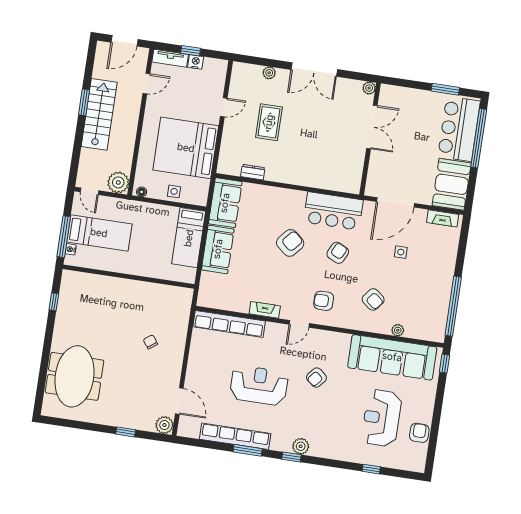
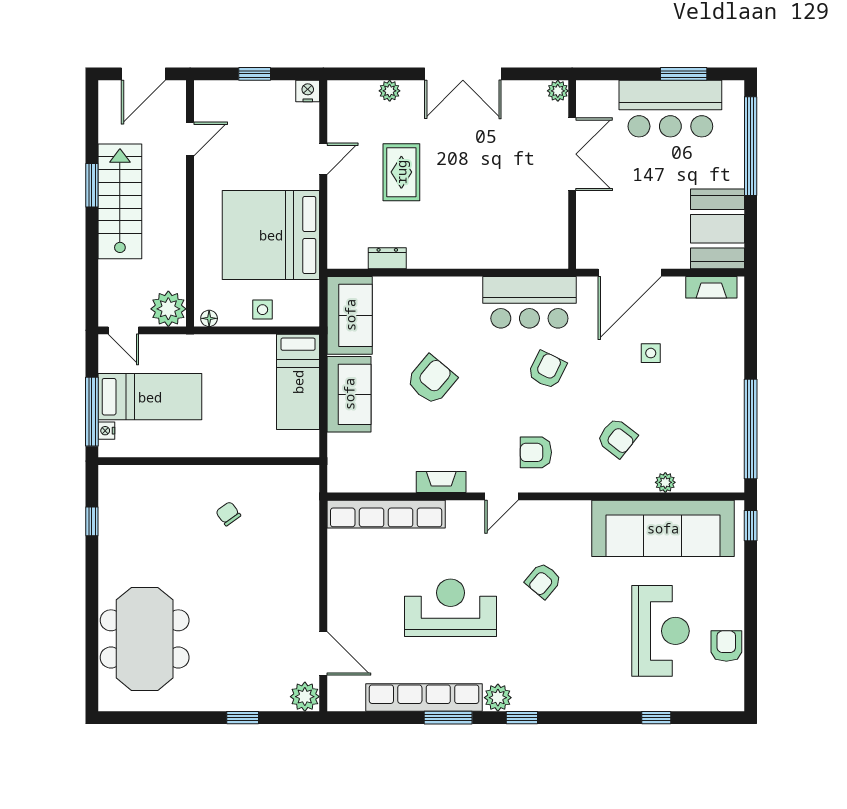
tv unit: (170, 58) -> (223, 91), removed
nightstand: (196, 62) -> (308, 91), moved
bar counter: (459, 129) -> (670, 109), moved, turned -90
armchair: (290, 243) -> (432, 380), moved
chair: (150, 342) -> (228, 514), moved
reception desk: (382, 418) -> (661, 631), turned 180
plant: (301, 446) -> (498, 698), moved

